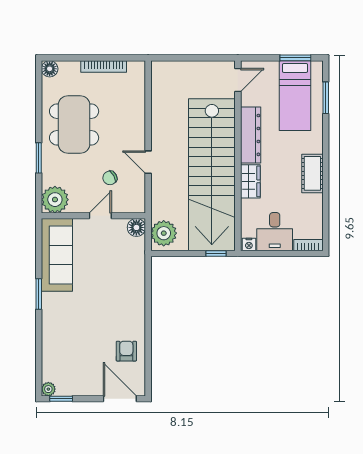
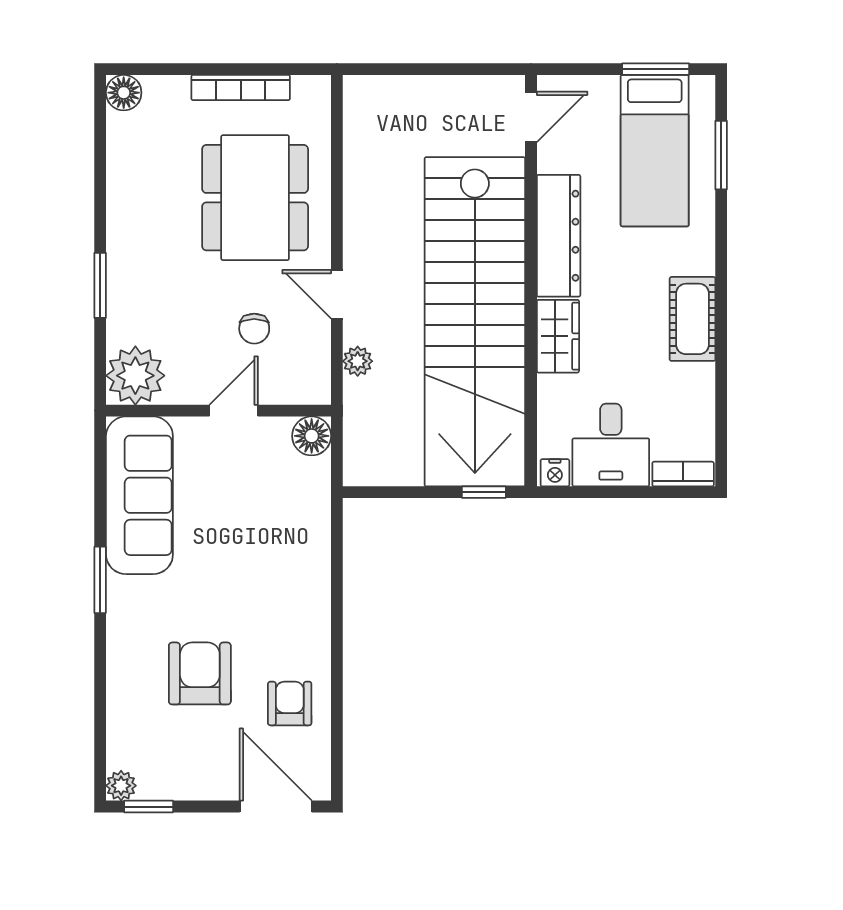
dining table: (74, 124) -> (255, 198), moved
chair: (110, 178) -> (254, 329), turned -61
plant: (164, 233) -> (358, 361), moved, width x0.53, depth x0.53
armchair: (85, 337) -> (200, 673), added

